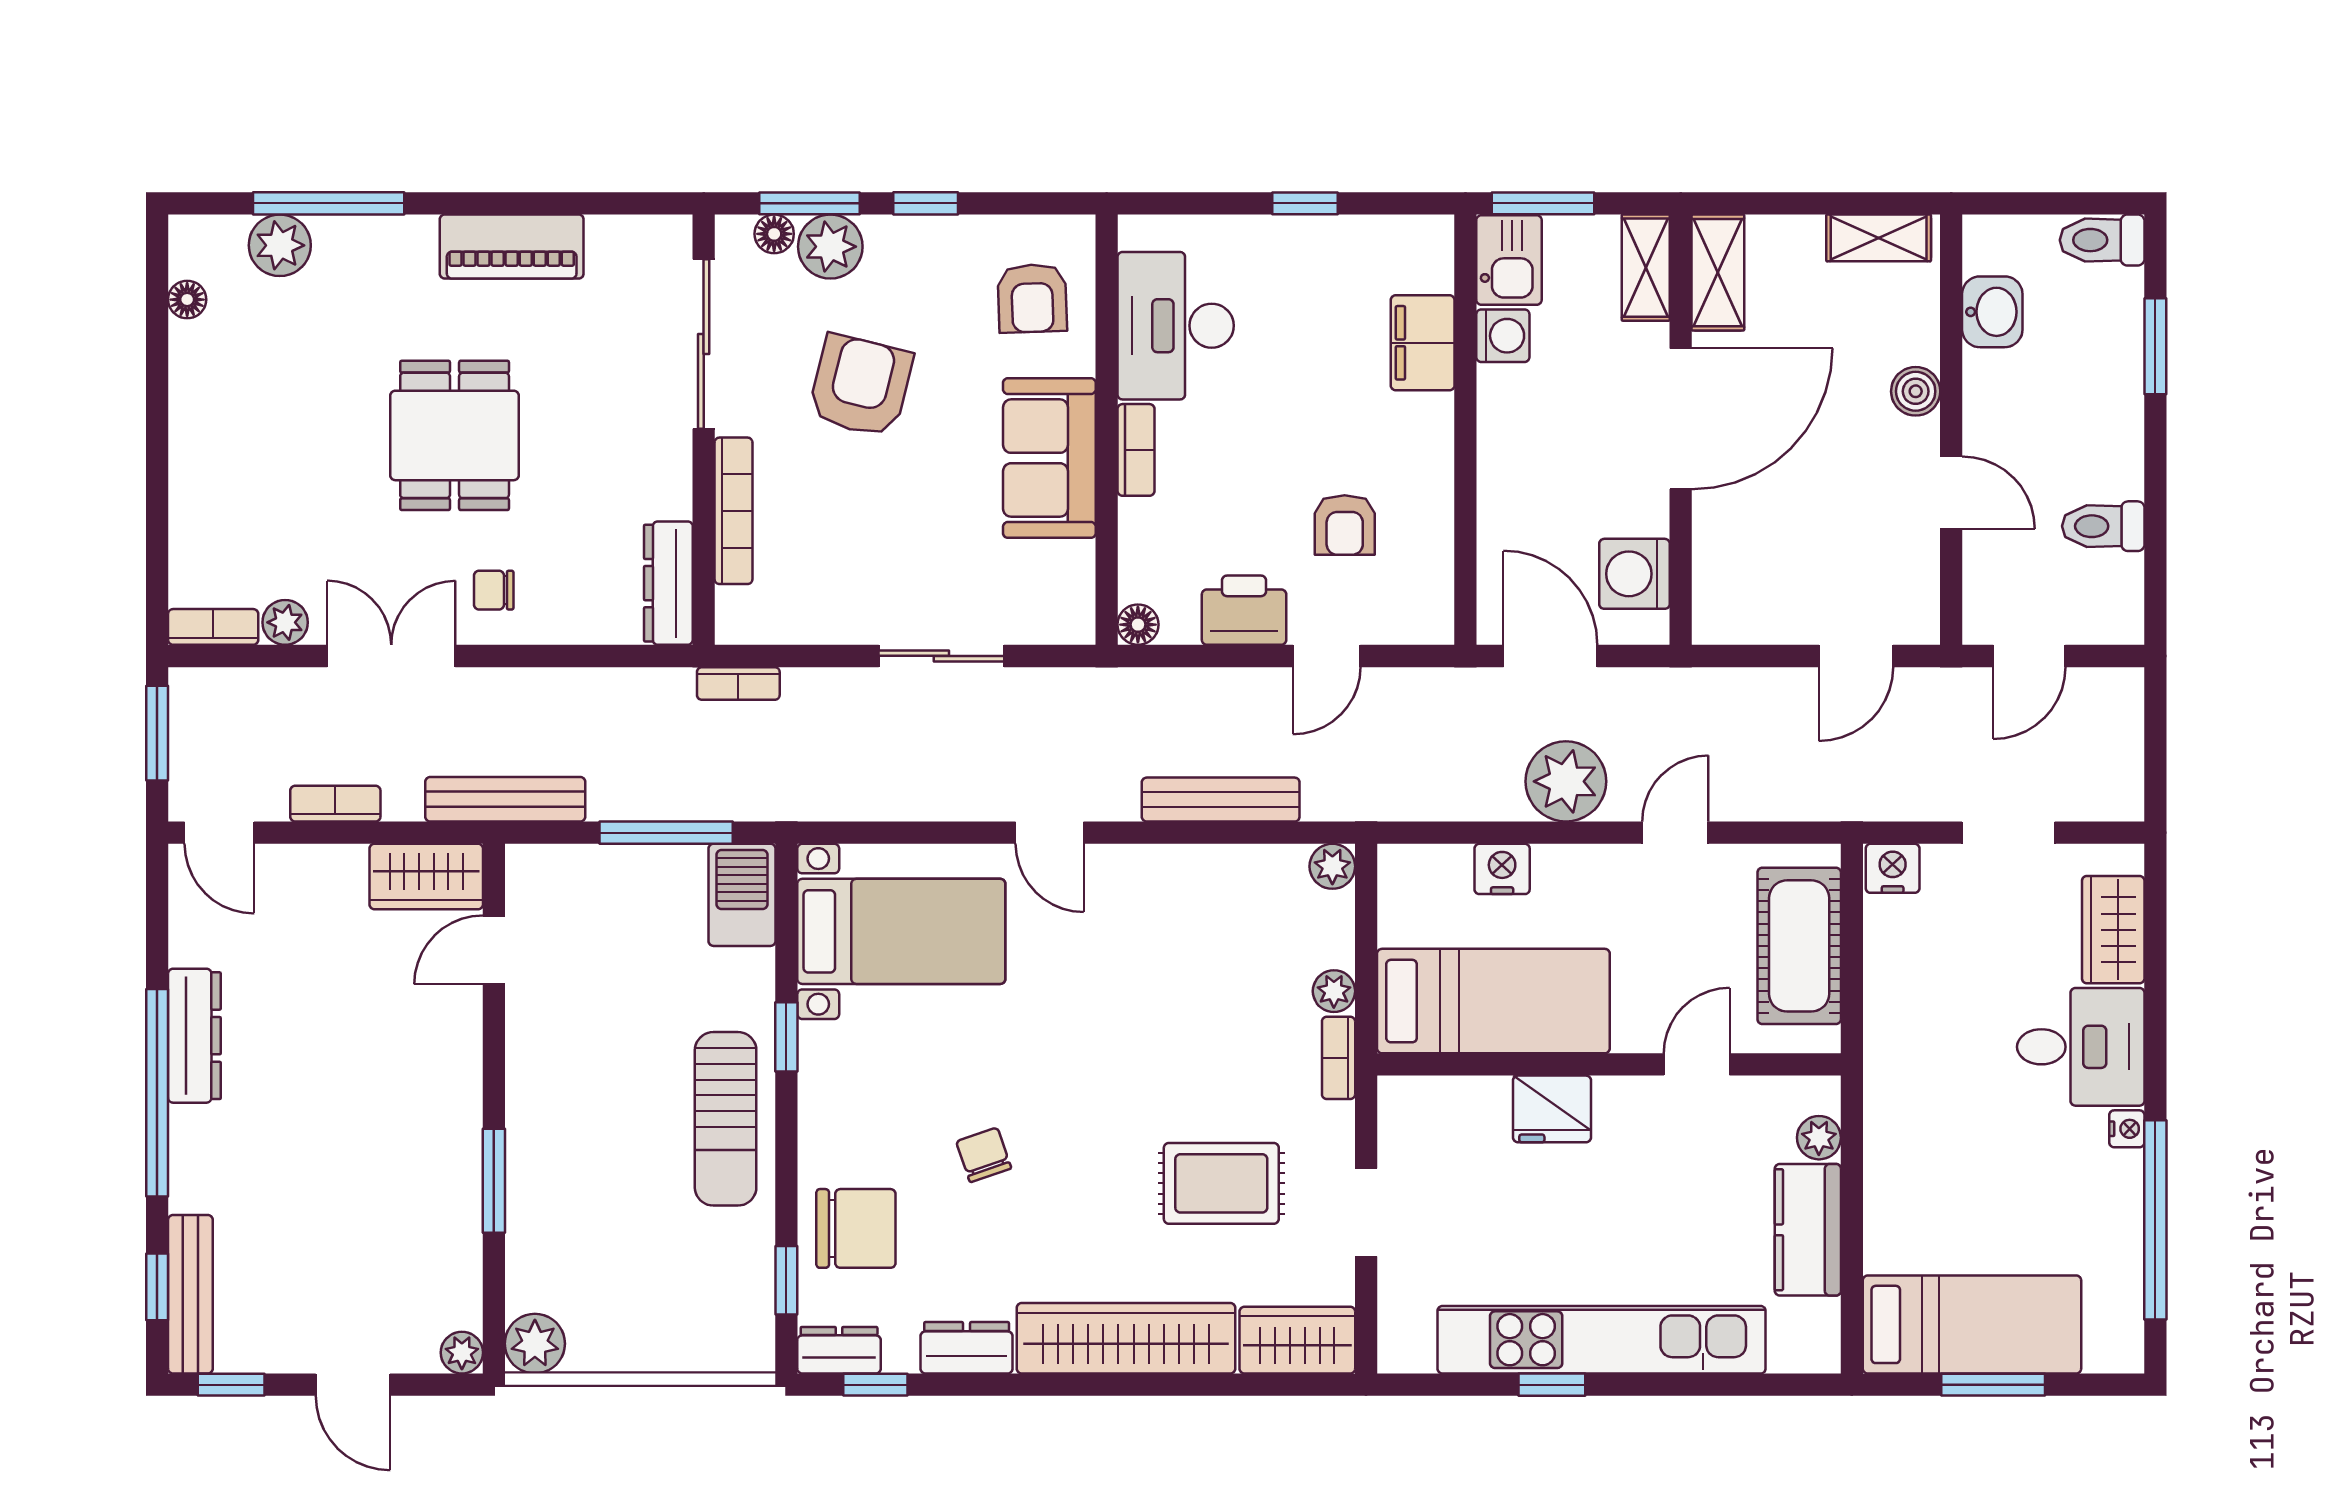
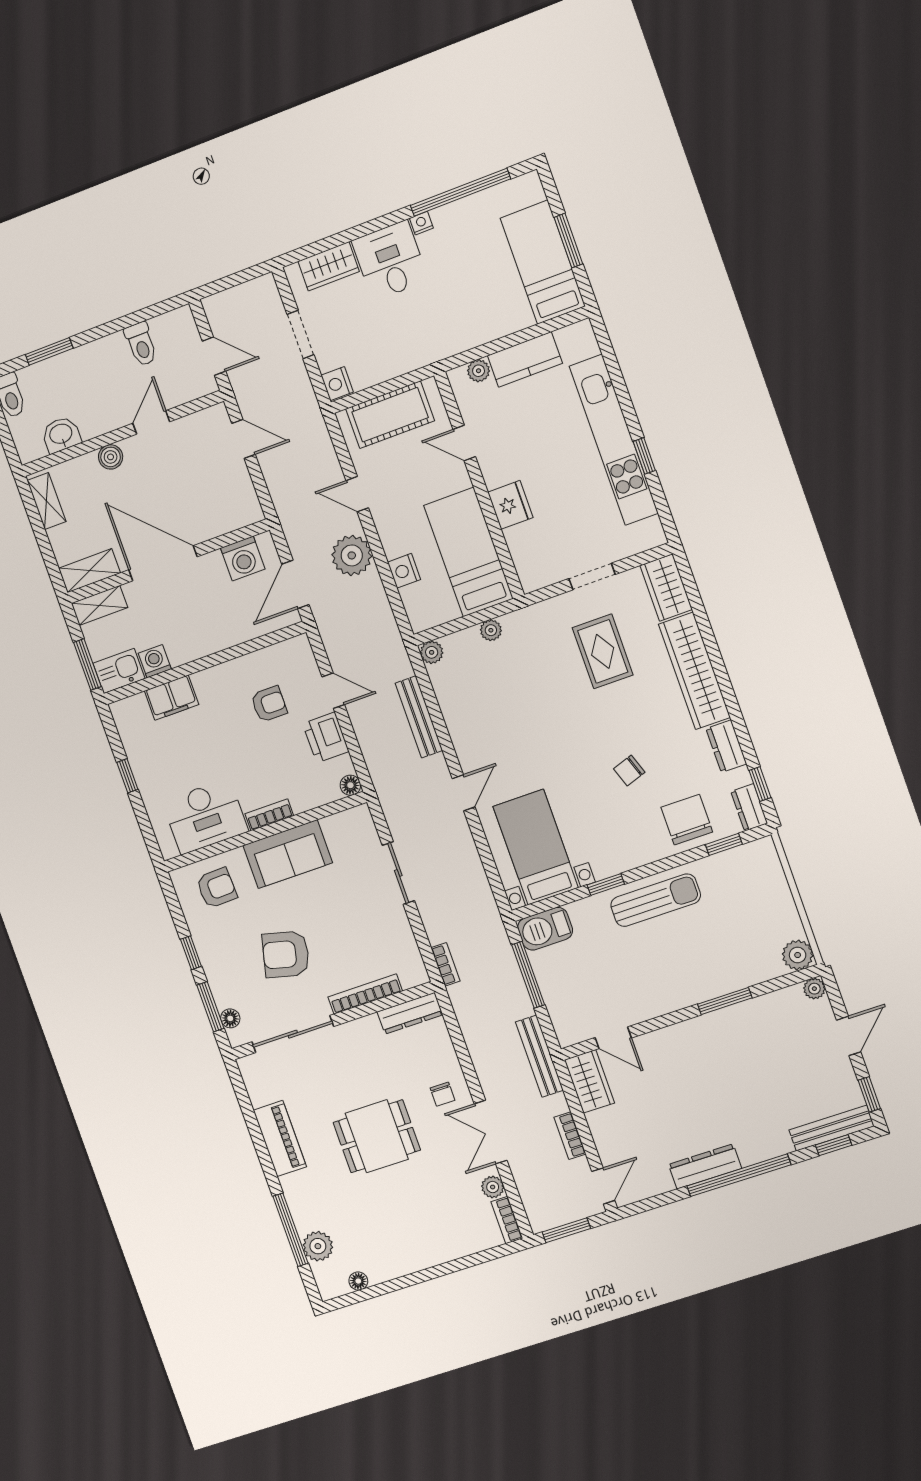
plant: (830, 247) -> (227, 990), removed
bookcase: (1339, 1058) -> (522, 617), removed

